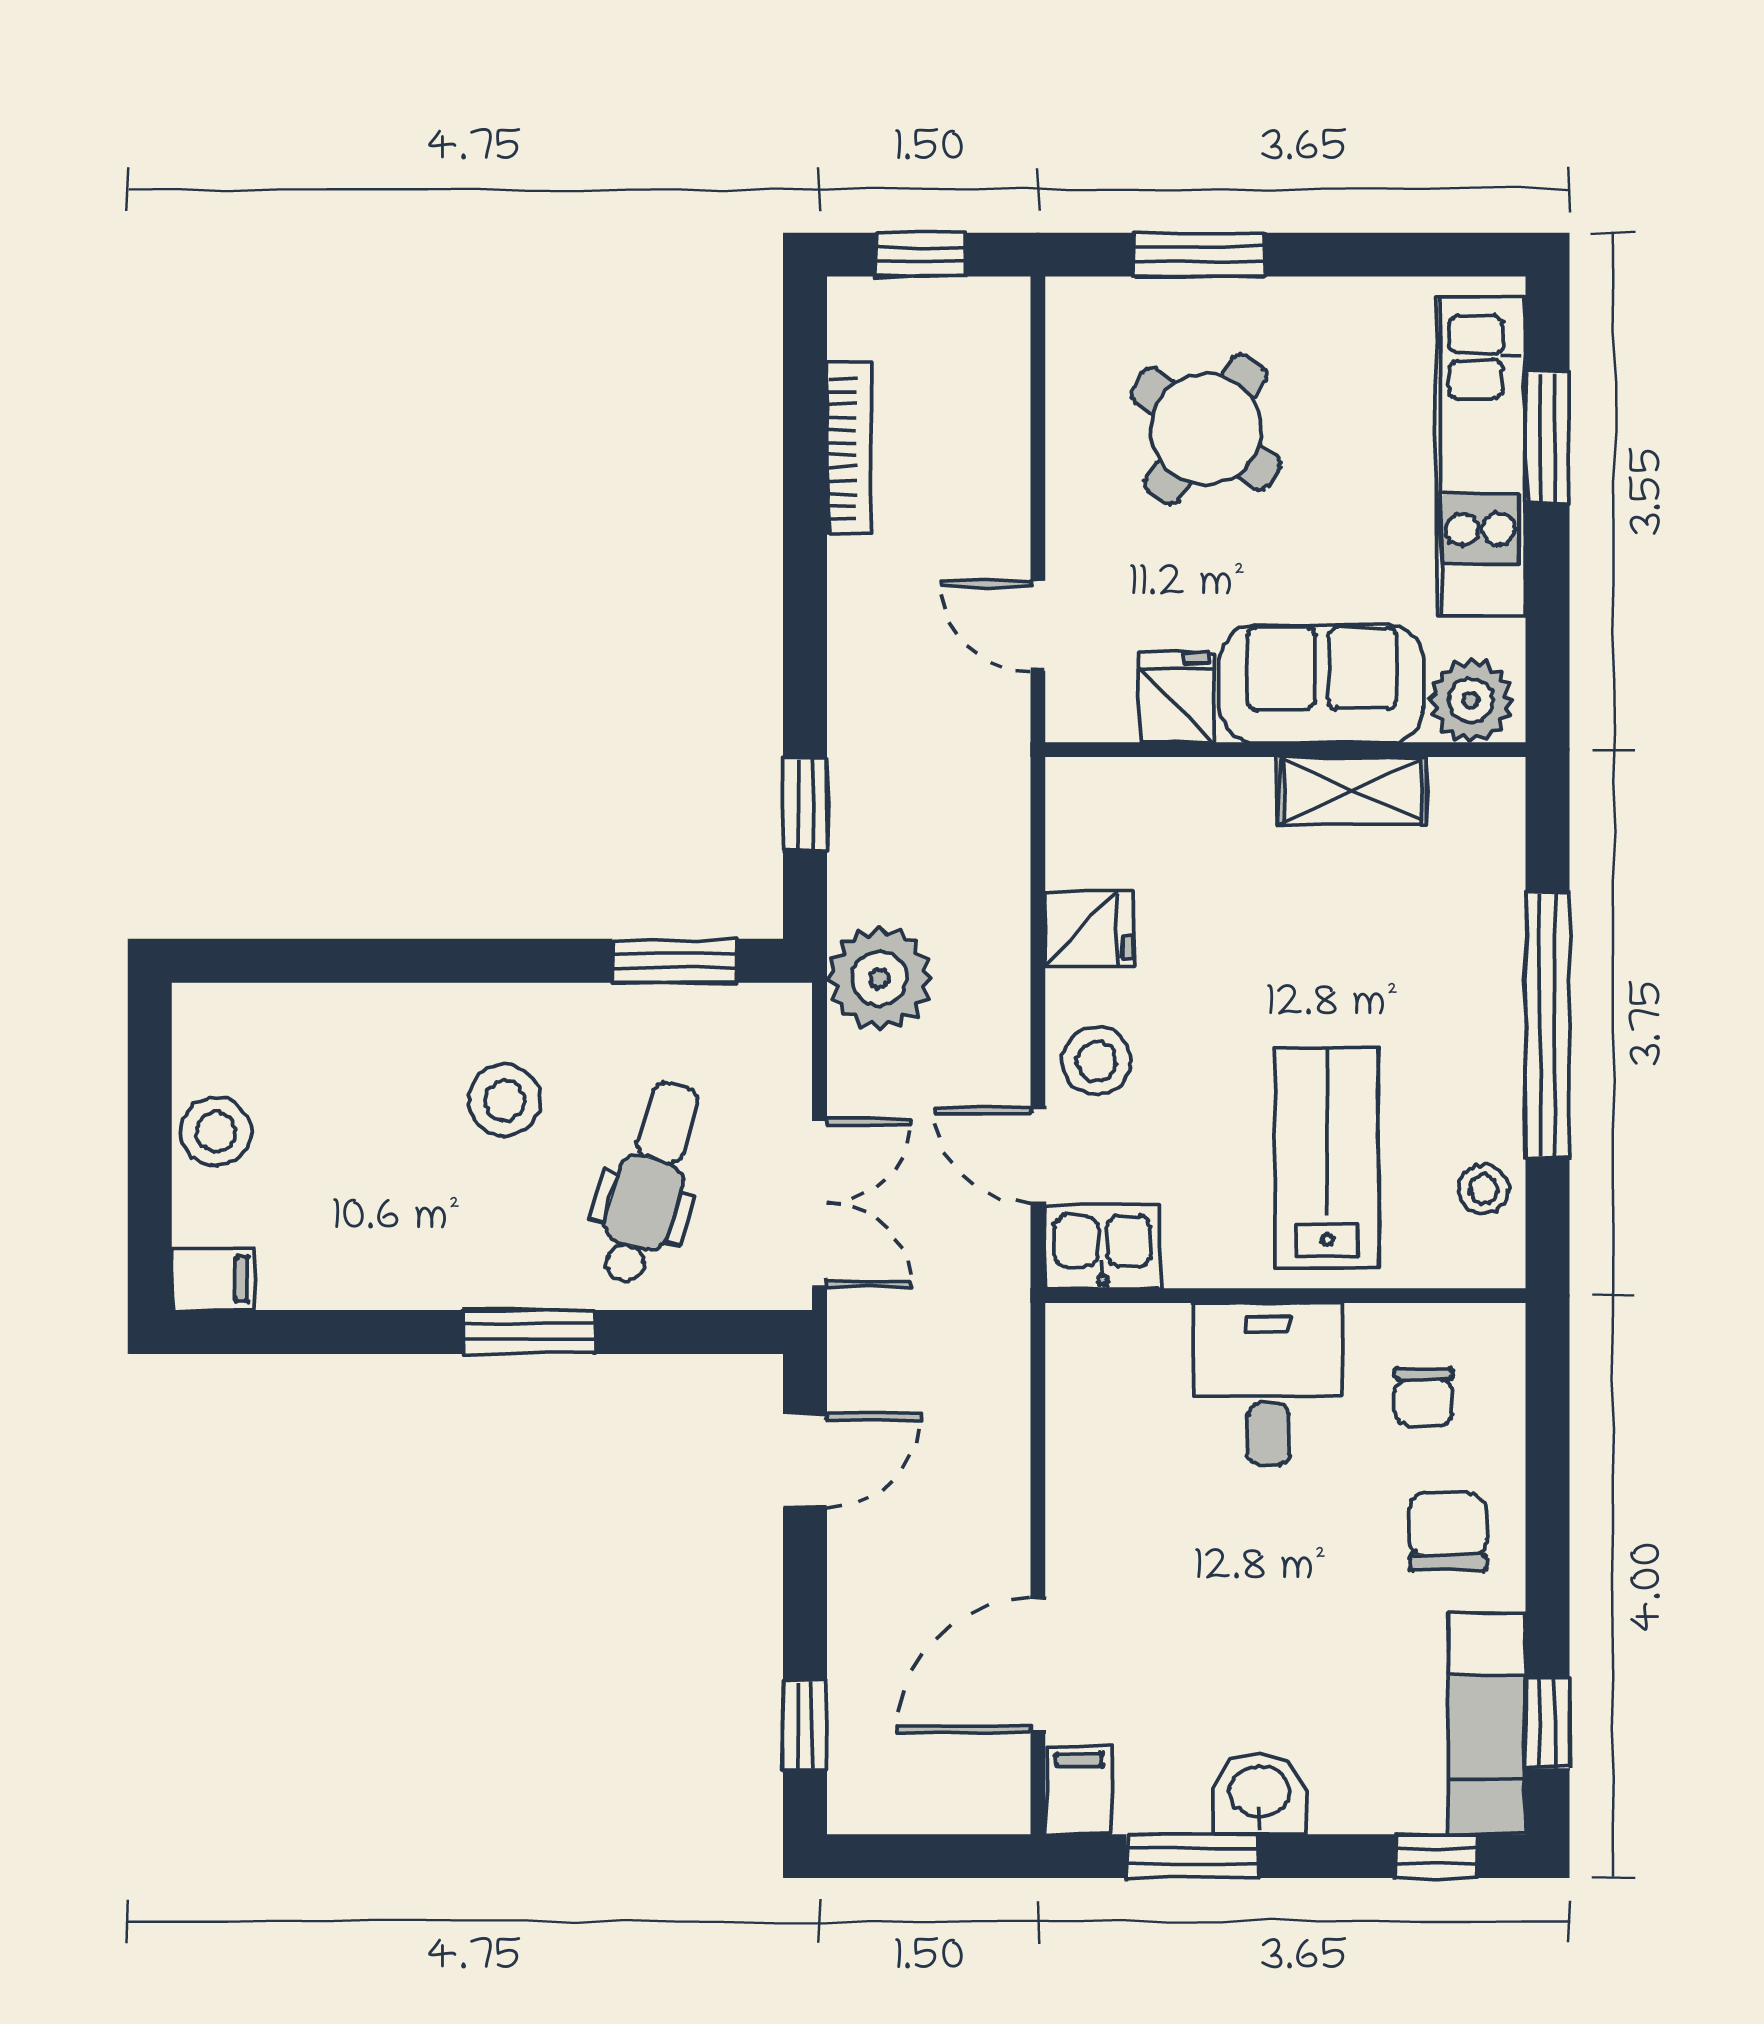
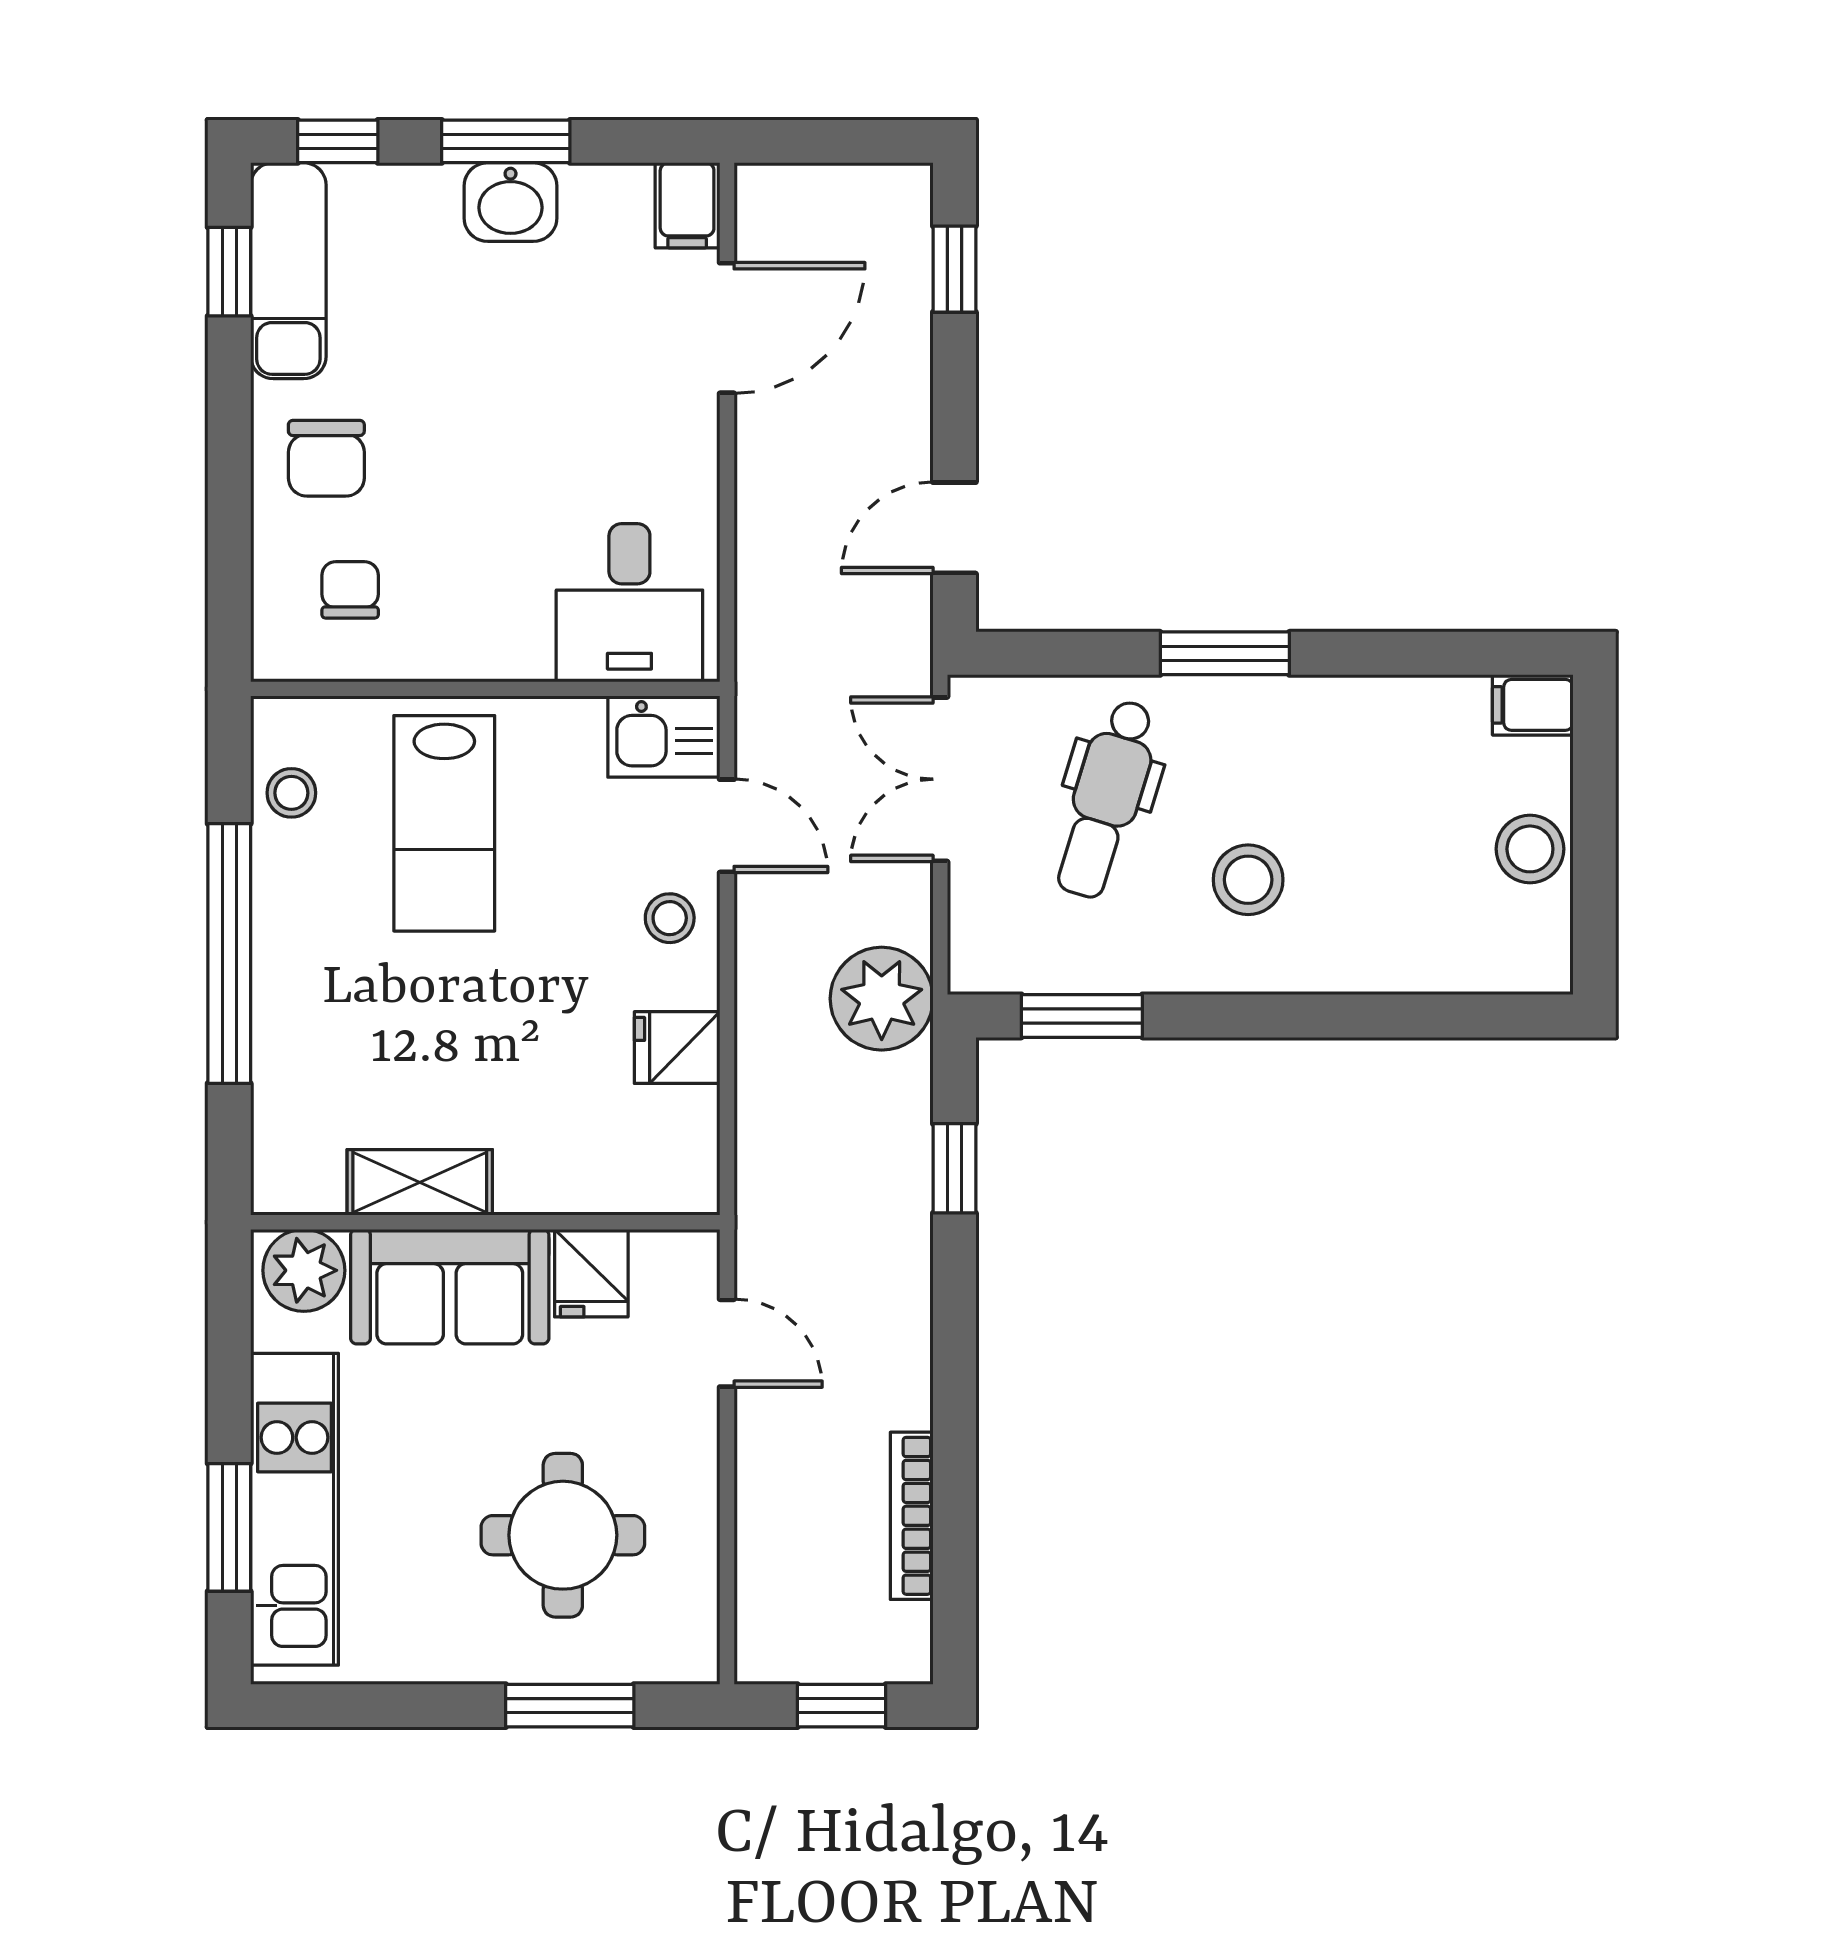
round table: (1206, 429) -> (563, 1535), turned -36
stool: (1097, 1061) -> (670, 918), width x0.73, depth x0.73
desk: (1268, 1384) -> (629, 603), moved
window: (1192, 1856) -> (506, 141), moved

